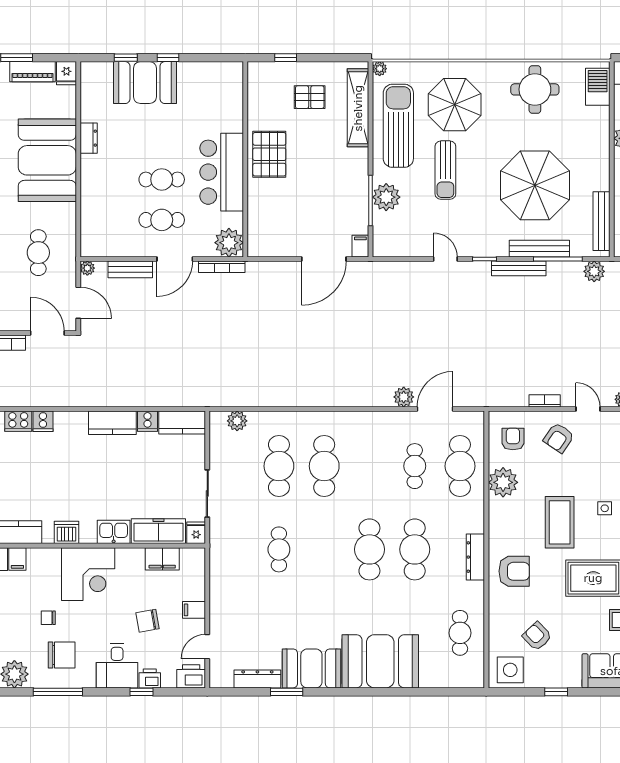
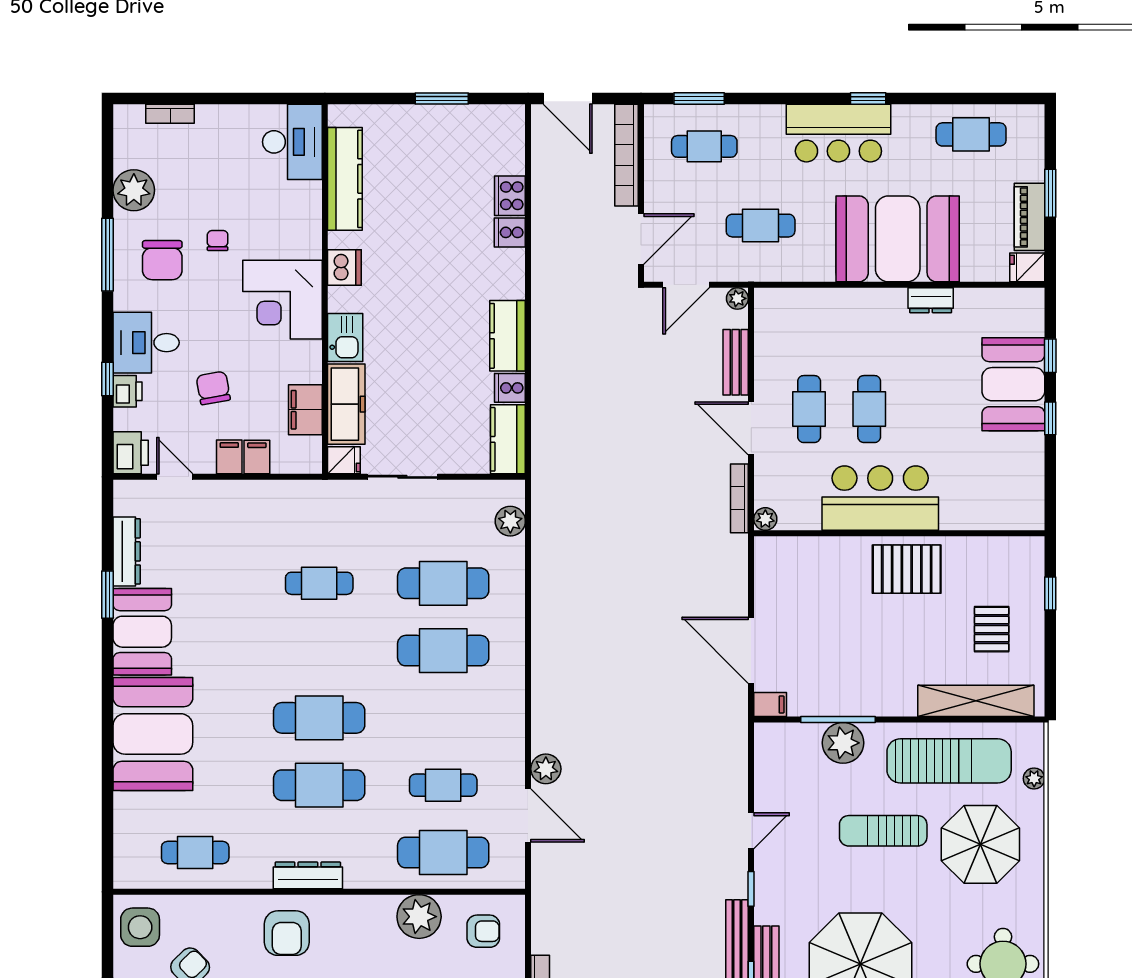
plant: (380, 69) -> (1034, 778), moved
plant: (229, 243) -> (765, 519), width x0.53, depth x0.53
filing cabinet: (17, 559) -> (257, 457), moved, turned 90

